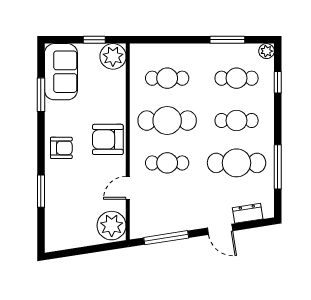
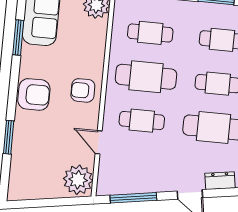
armchair: (108, 139) -> (83, 90), width x0.72, depth x0.72
armchair: (61, 148) -> (34, 94), width x1.38, depth x1.38
door: (128, 188) -> (99, 142), hinge flipped

